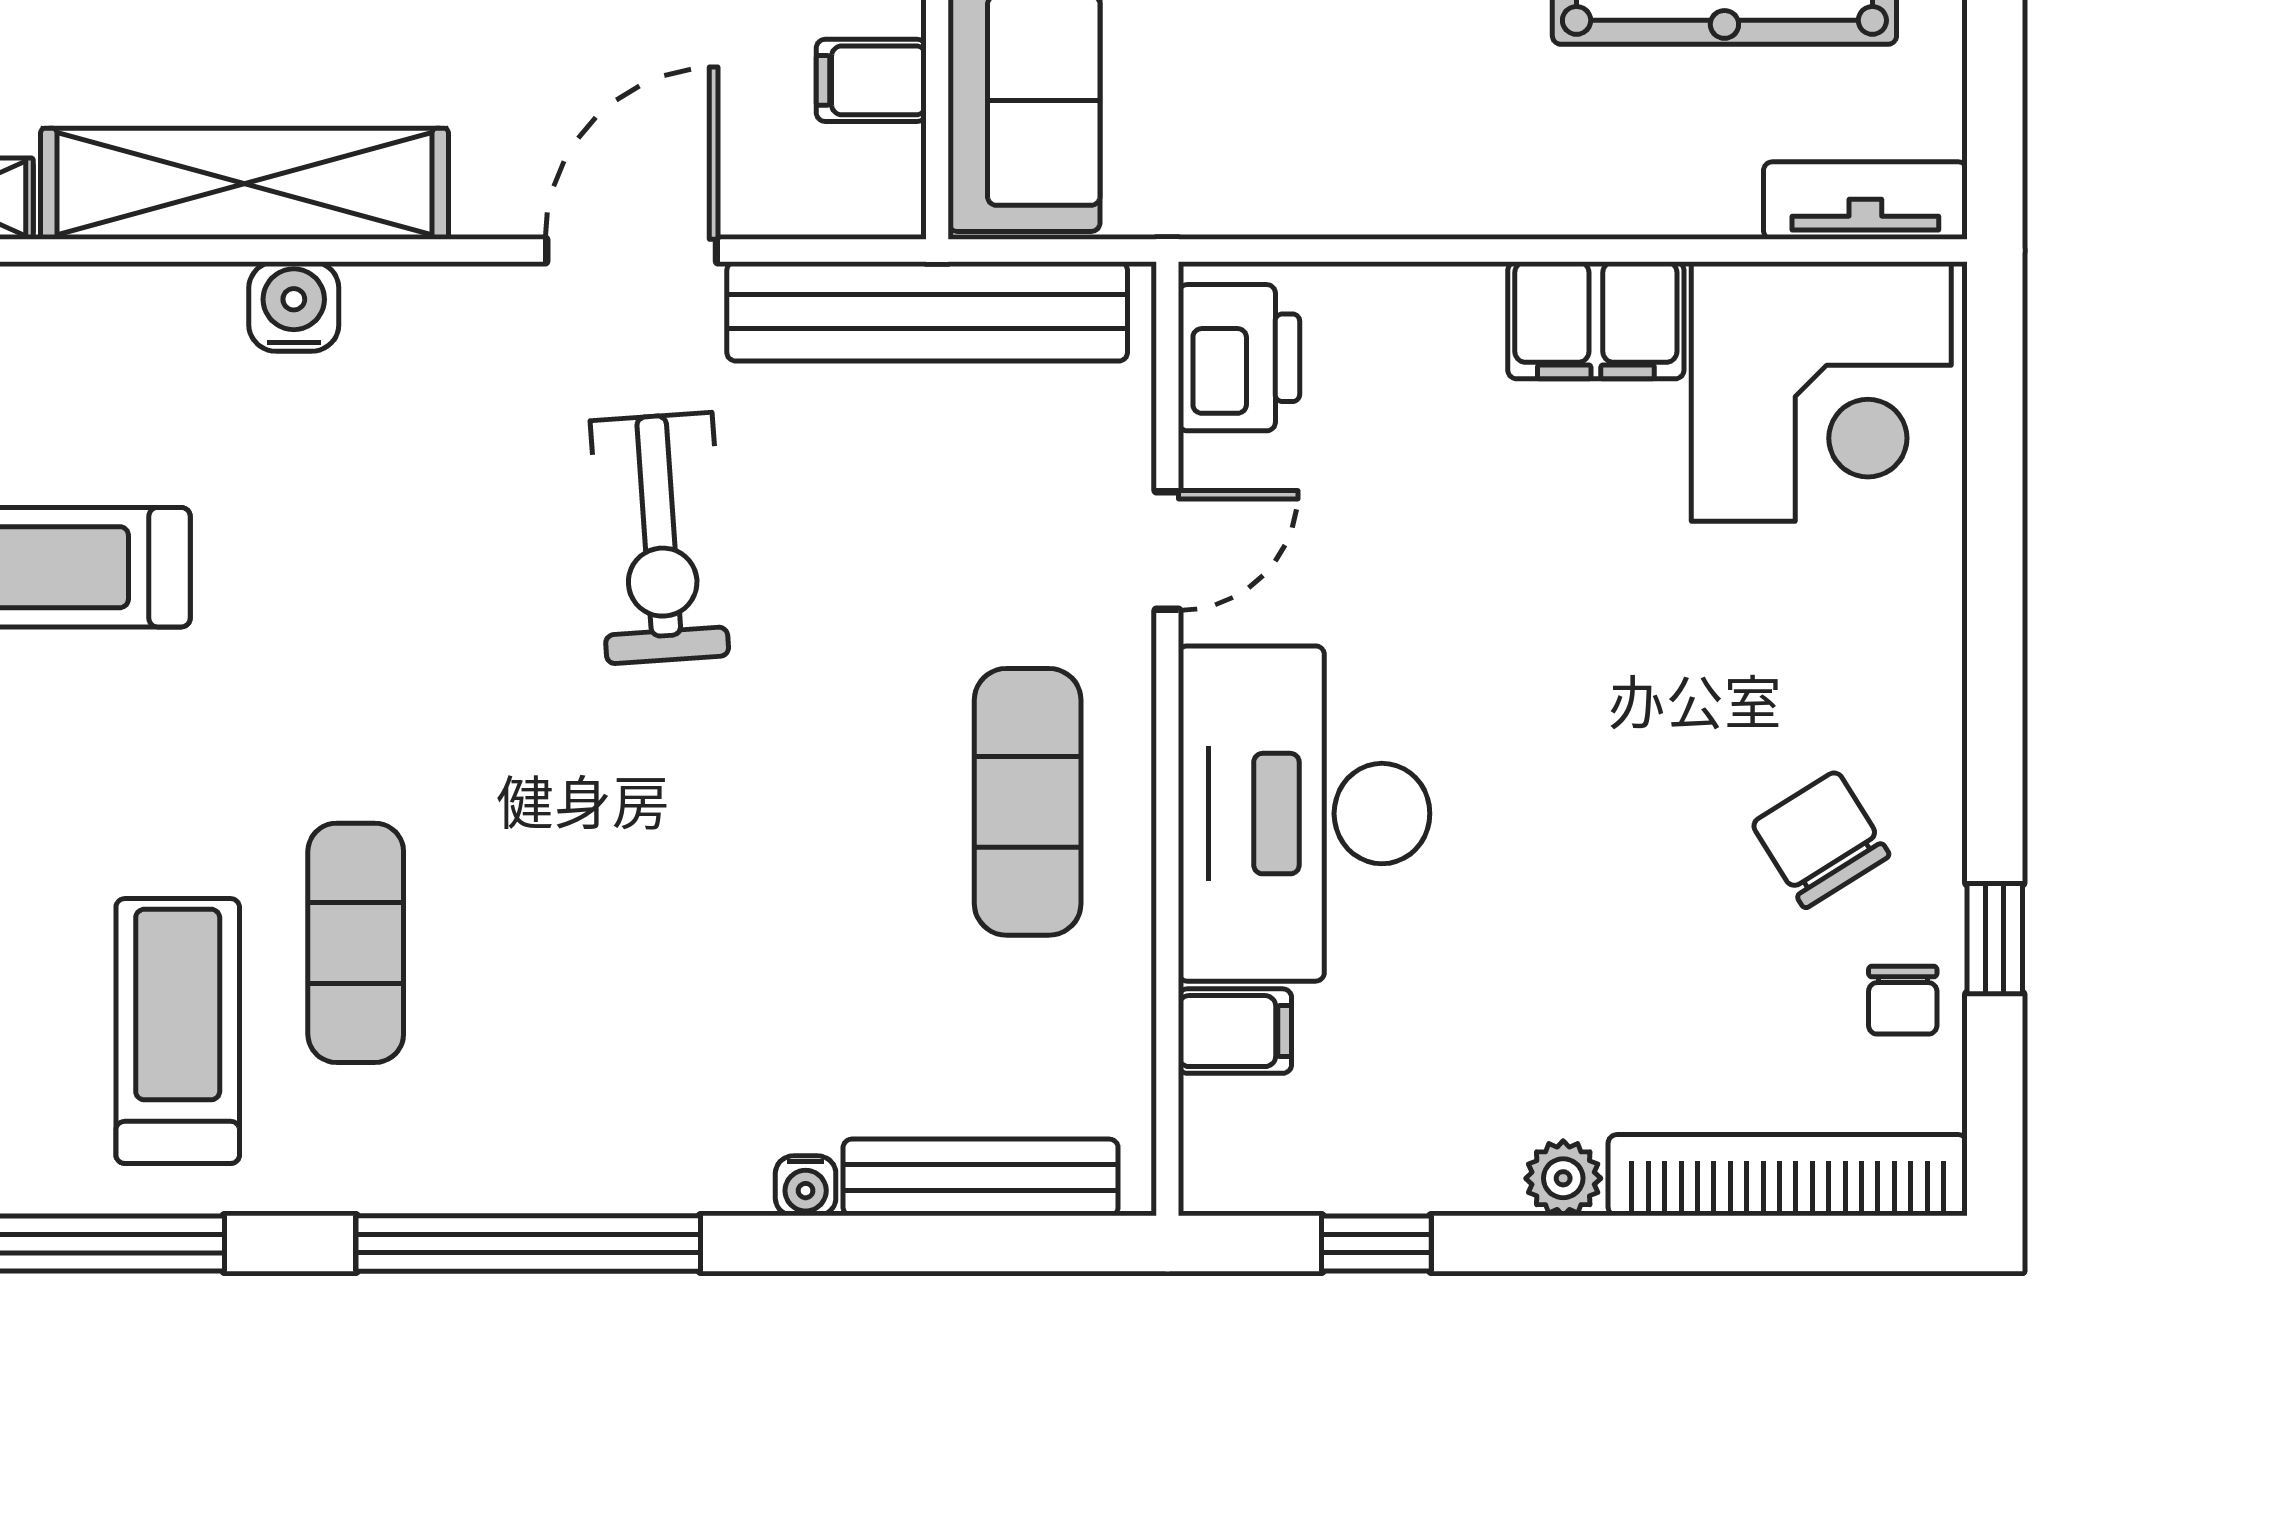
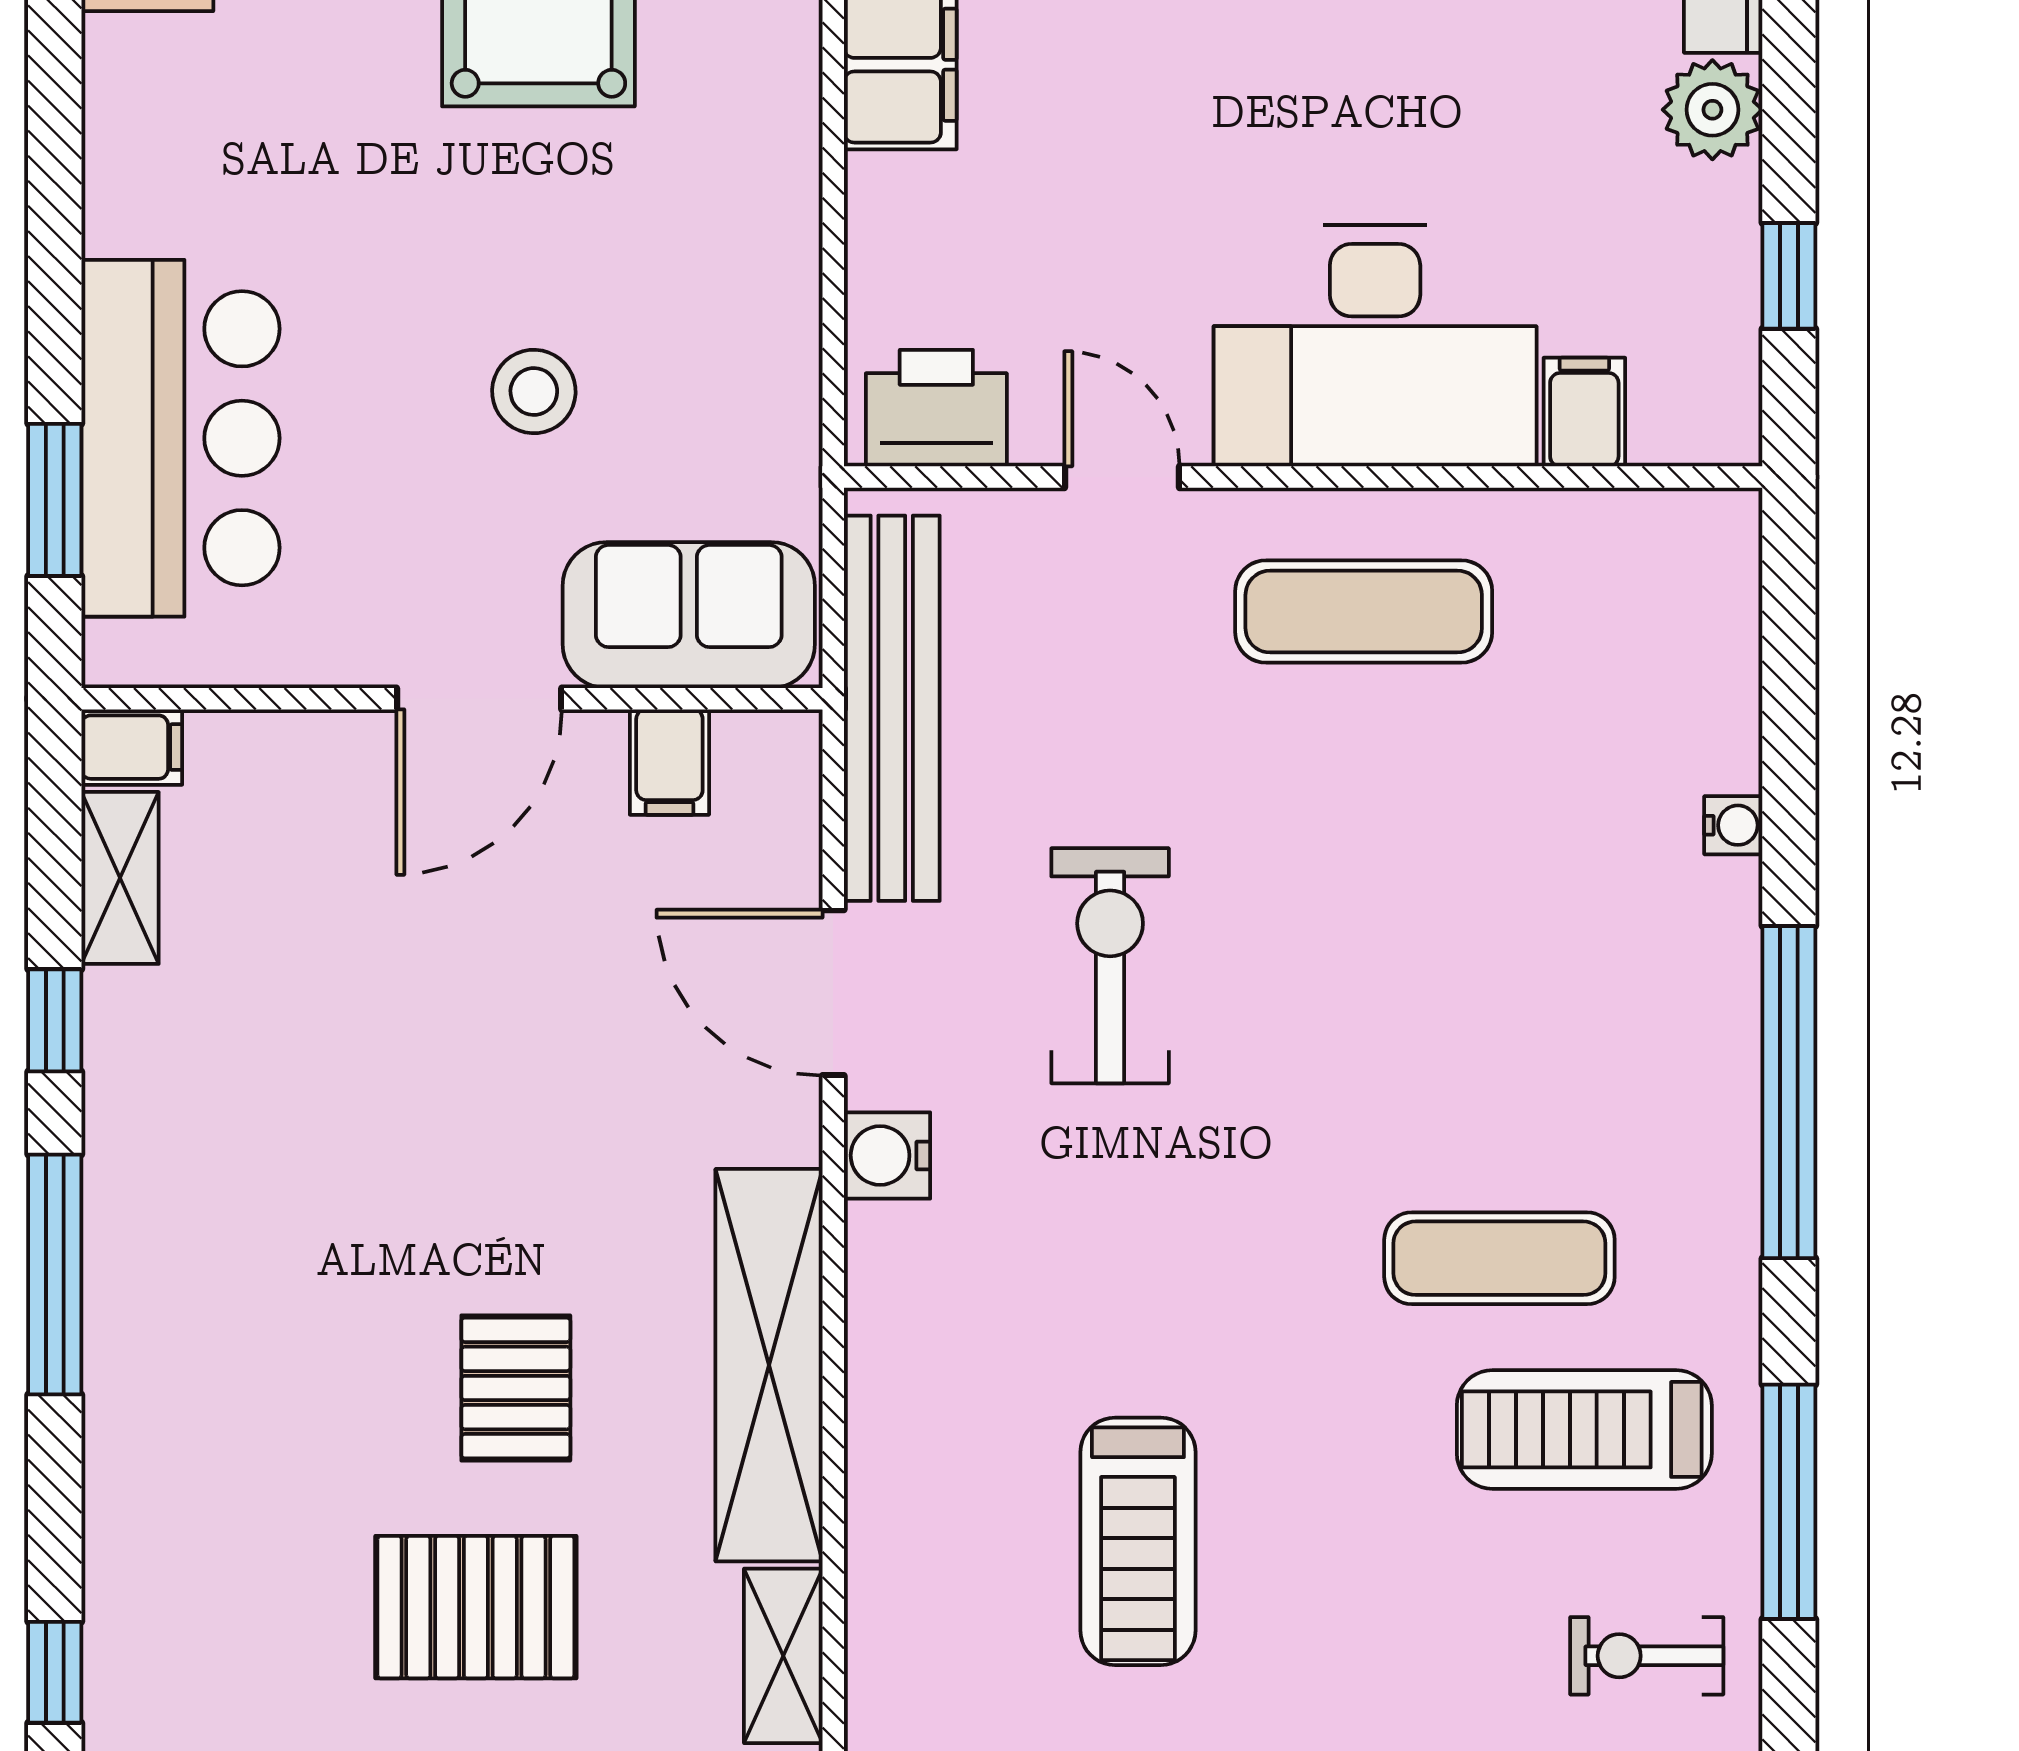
water cooler: (294, 306) -> (887, 1155), moved
exercise bike: (660, 538) -> (1110, 966), turned -86
bench: (981, 1177) -> (1725, 657), removed
plant: (1563, 1178) -> (1712, 110), width x1.38, depth x1.38

